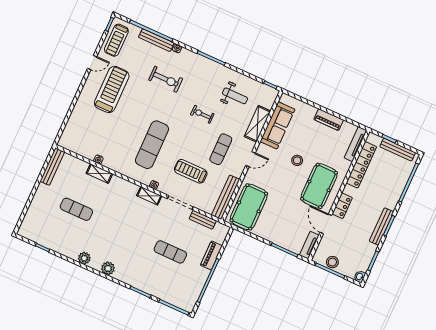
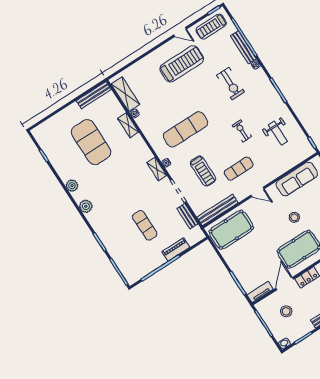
shelving: (257, 124) -> (125, 94), moved, turned 90
treadmill: (191, 171) -> (203, 171), turned 180
exercise mat: (76, 209) -> (91, 142), width x2.00, depth x1.45
stool: (332, 262) -> (286, 311), moved

